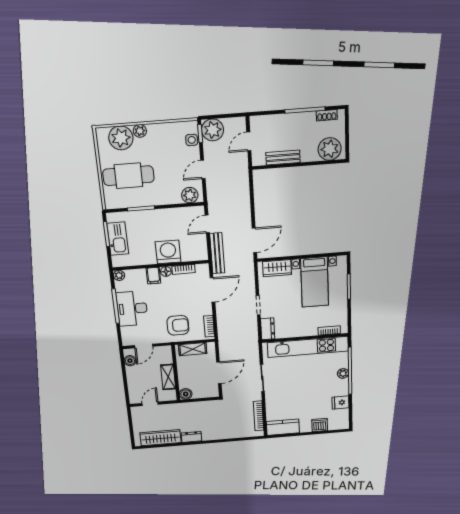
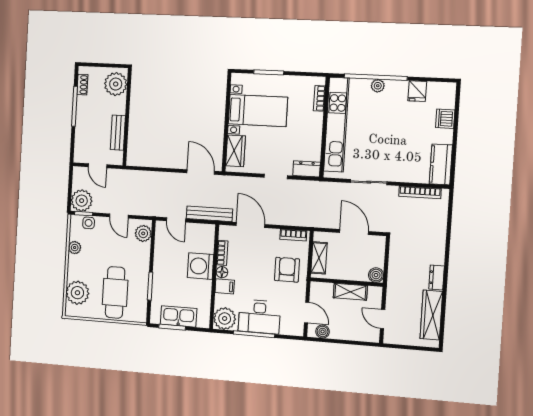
plant: (140, 131) -> (75, 248), moved
plant: (119, 275) -> (225, 319), width x1.88, depth x1.88

